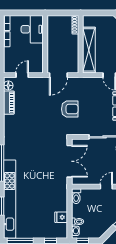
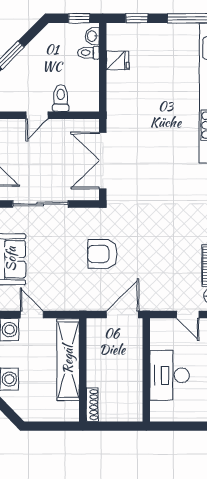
desk: (32, 29) -> (170, 375), moved
door: (22, 75) -> (188, 315), hinge flipped
toilet: (76, 196) -> (61, 98), moved

